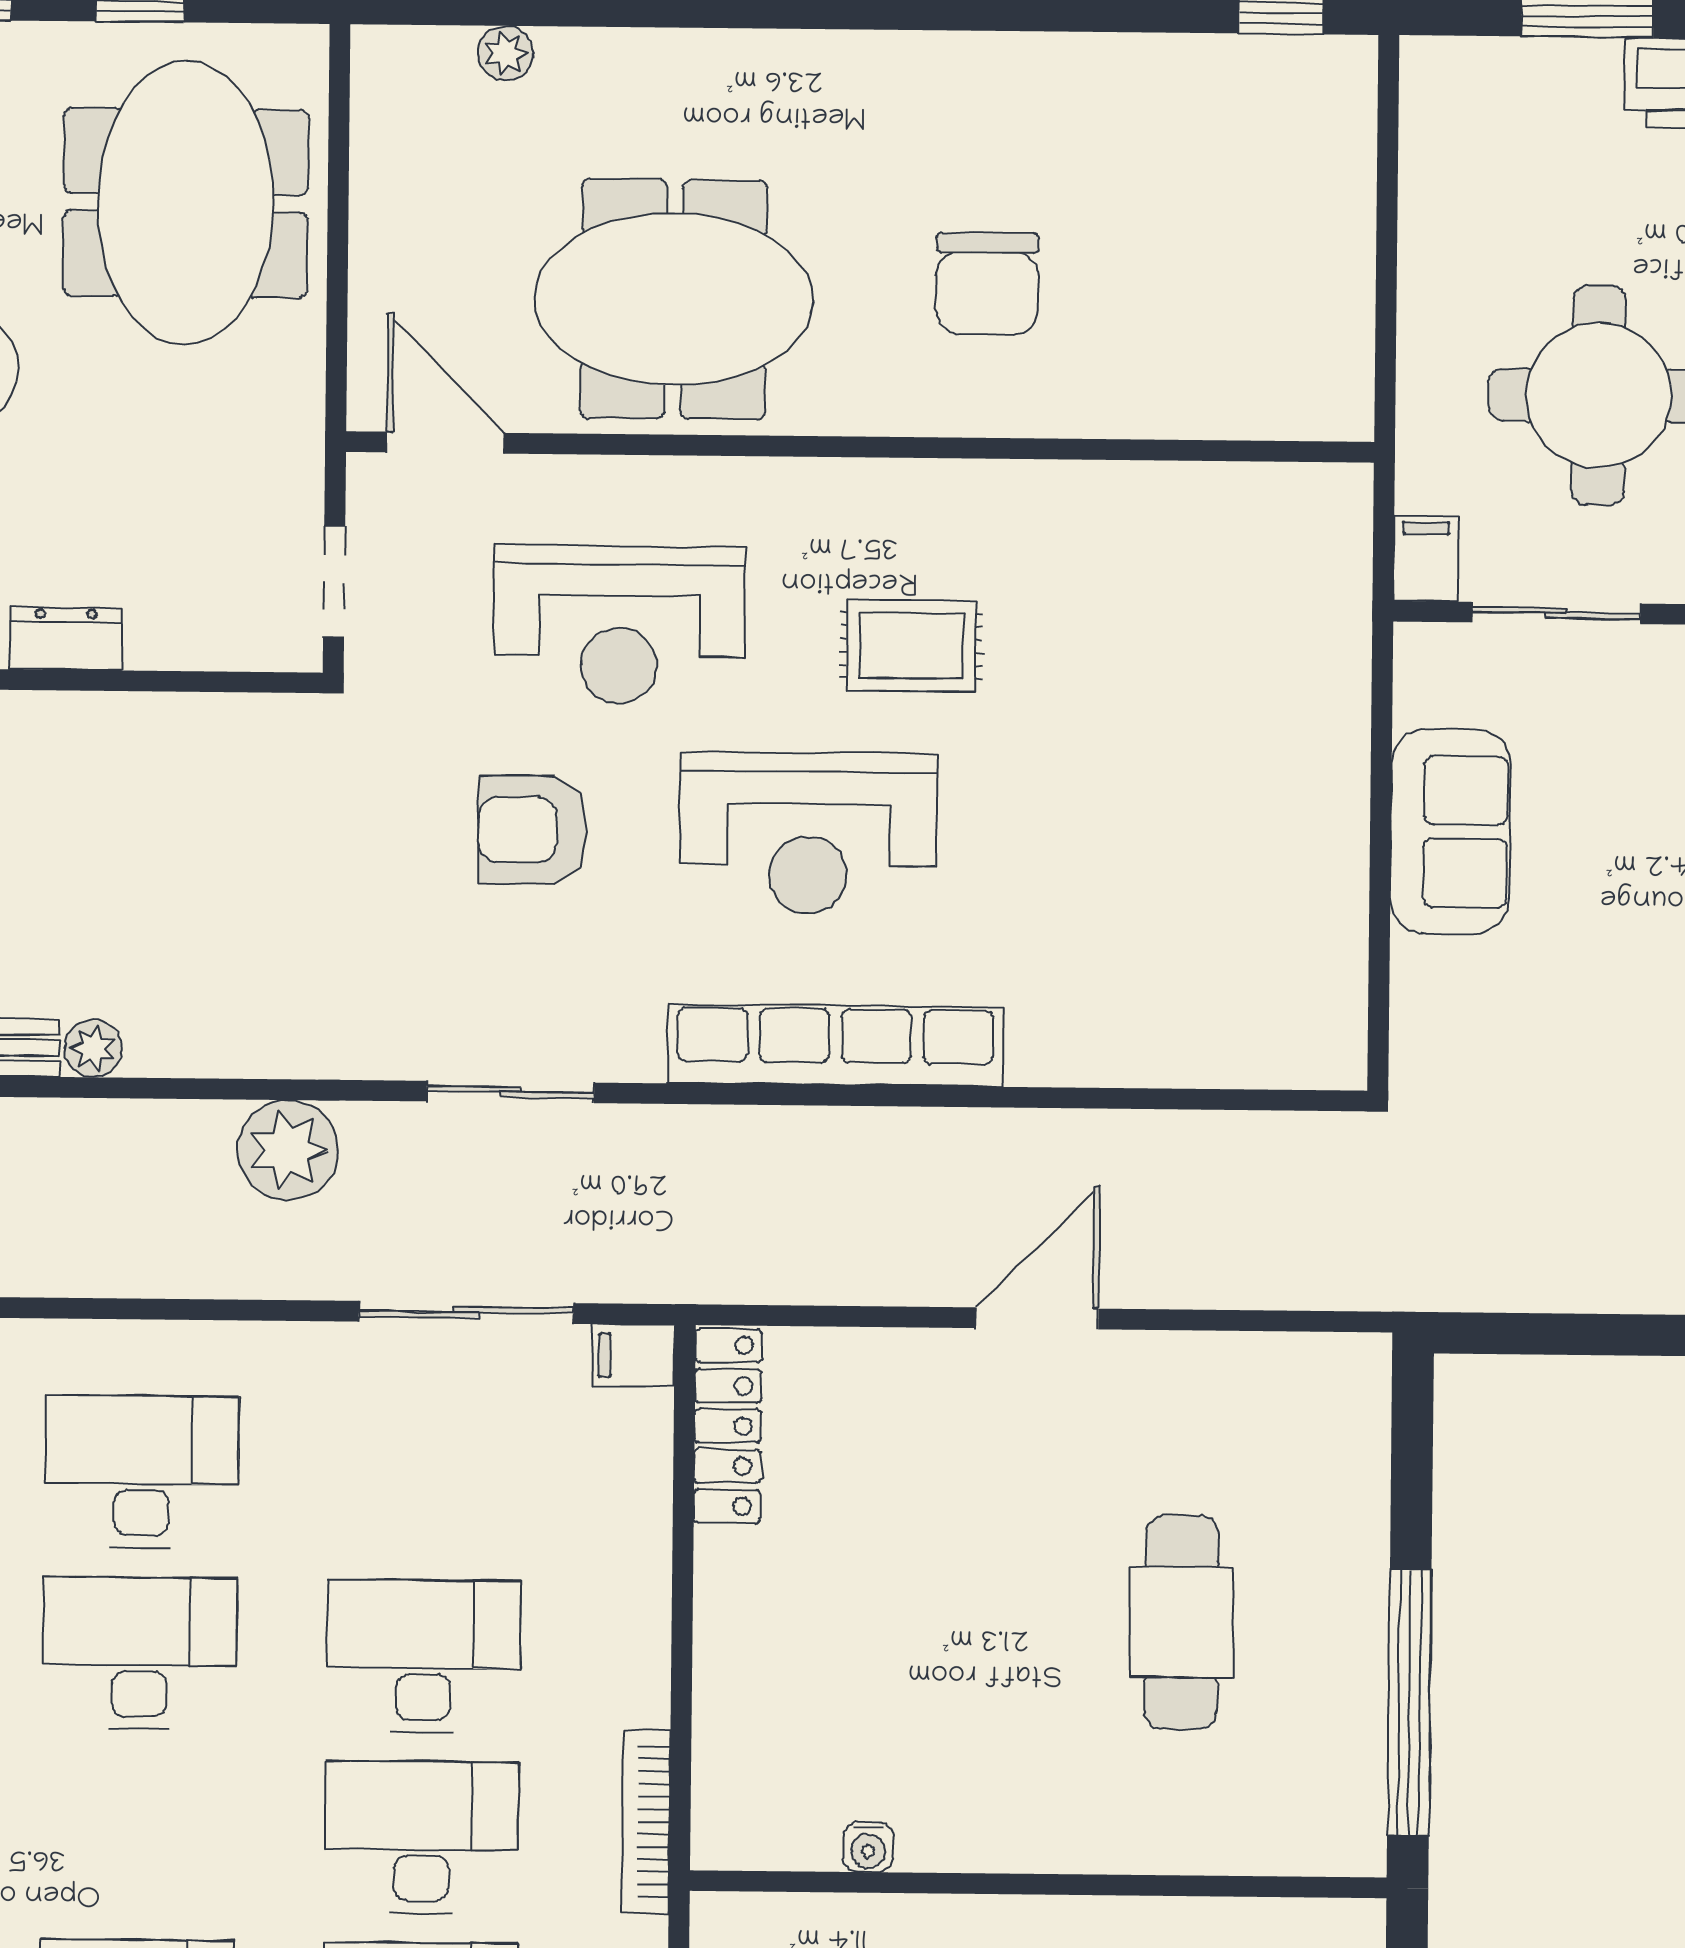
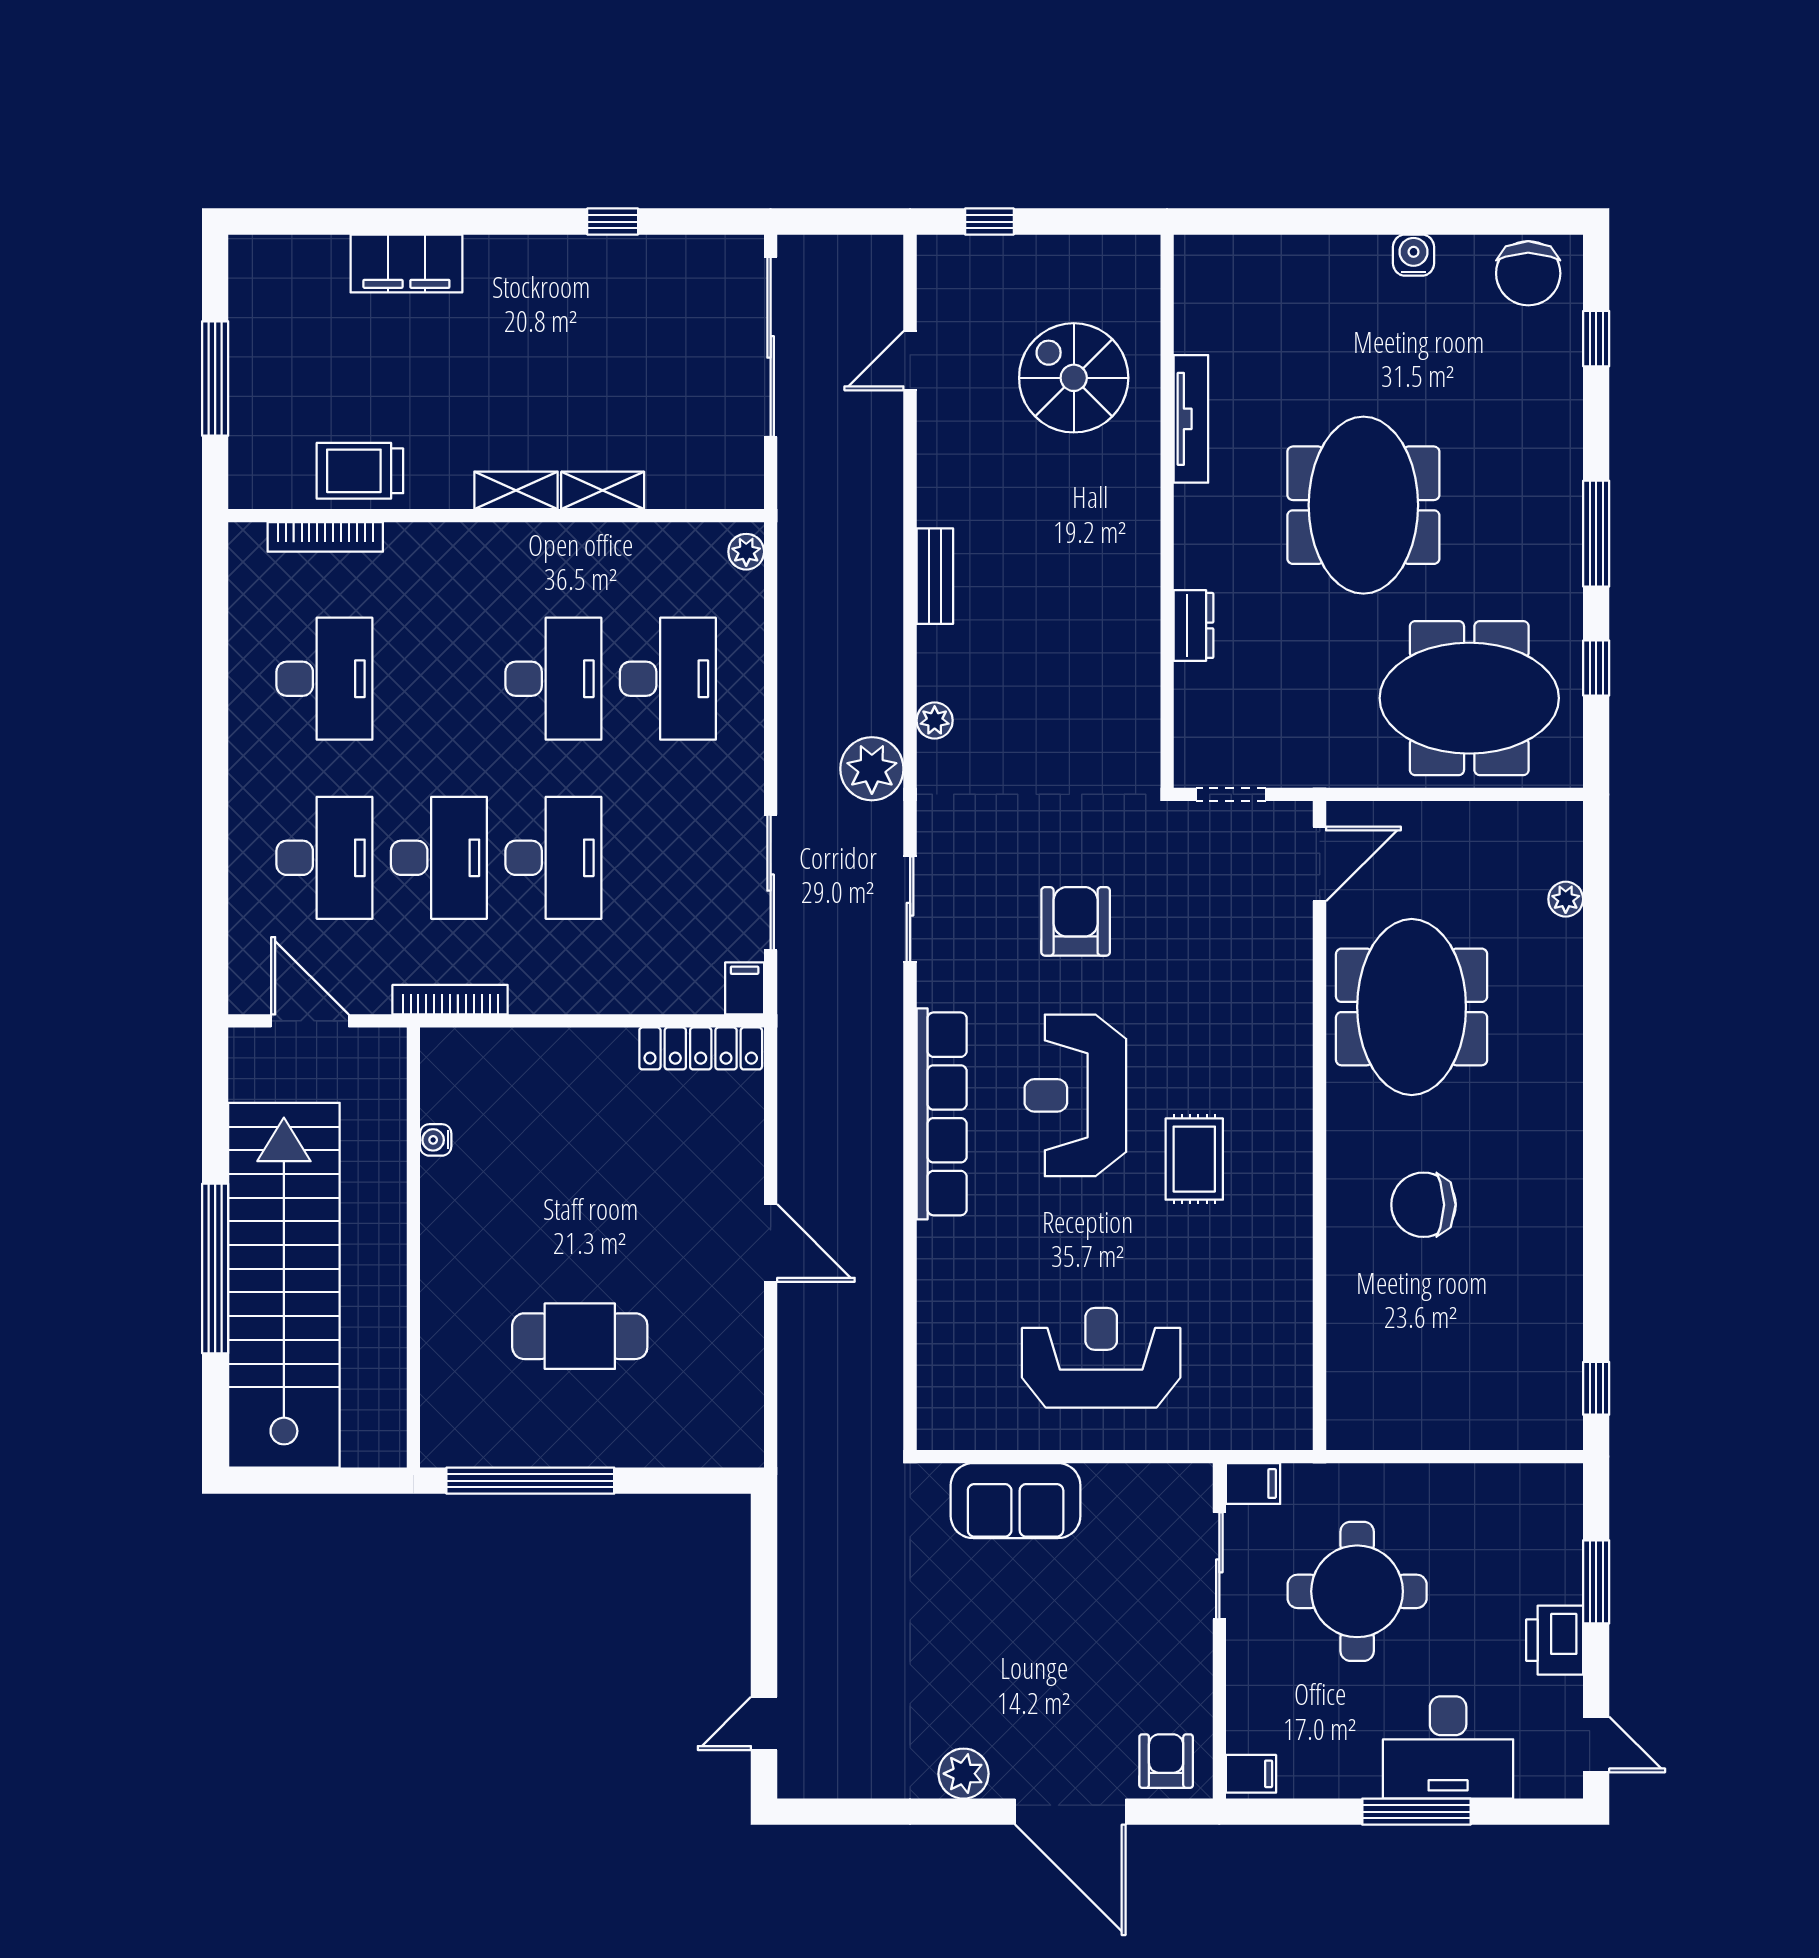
reception desk: (619, 624) -> (1101, 1358), moved, turned 90
sofa: (1450, 831) -> (1016, 1501), moved
plant: (93, 1049) -> (935, 720), moved

